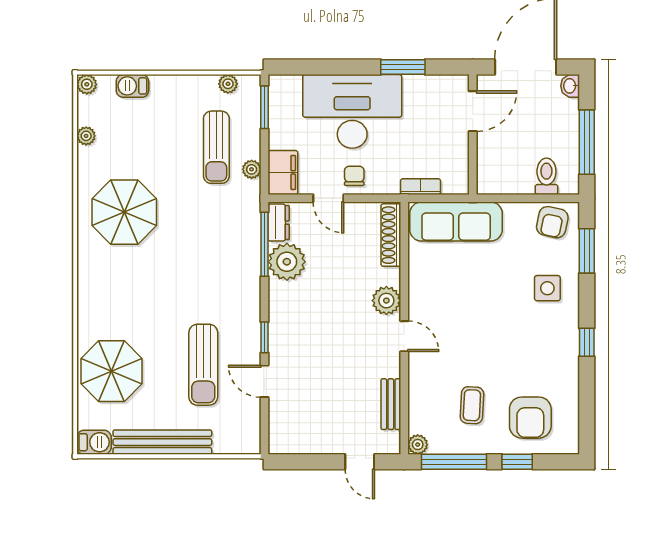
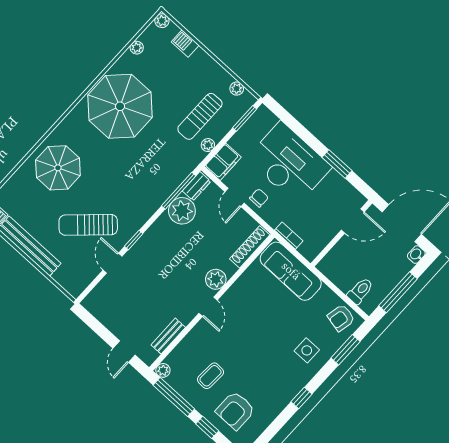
parasol: (124, 212) -> (120, 106), width x1.36, depth x1.36
sun lounger: (203, 365) -> (88, 225), turned 47
parasol: (112, 371) -> (58, 168), moved

